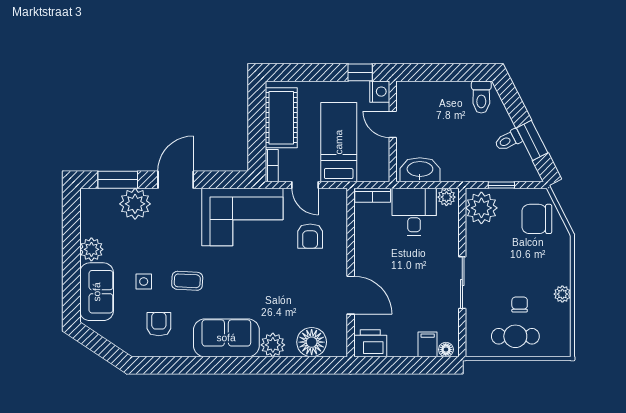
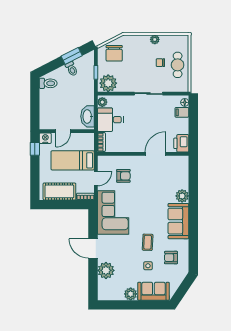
window: (118, 180) -> (93, 280), removed
floor lamp: (312, 342) -> (181, 175), removed

